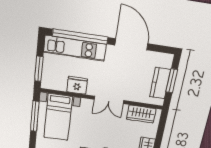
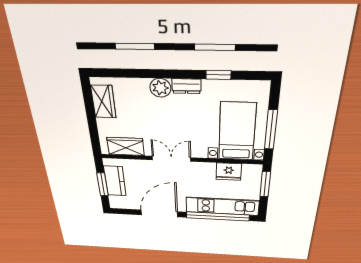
door: (131, 44) -> (159, 213), swing flipped
fridge: (77, 85) -> (229, 172), moved

